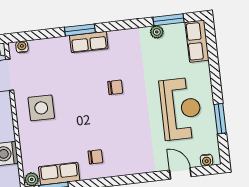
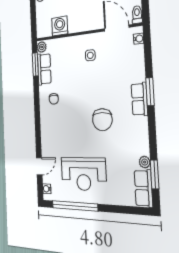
row of seats: (197, 41) -> (143, 188), moved, turned -90
chair: (115, 87) -> (102, 120), width x1.87, depth x1.87
side table: (41, 108) -> (90, 55), width x0.54, depth x0.54
window: (220, 119) -> (75, 206), width x2.11

